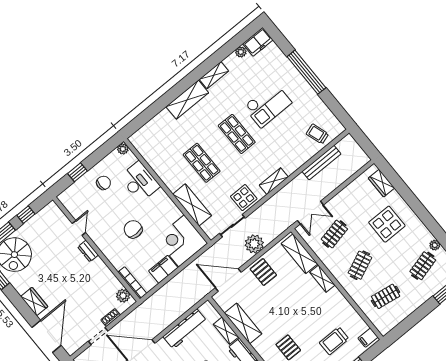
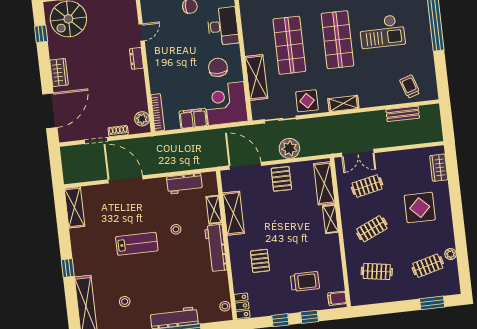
shop shelf: (237, 134) -> (337, 40), width x1.43, depth x1.36
shop shelf: (202, 163) -> (289, 45), width x1.43, depth x1.36
bench: (321, 163) -> (403, 114), width x0.73
chair: (133, 229) -> (218, 67), moved
workbench: (185, 329) -> (185, 184), width x0.73
trolley: (334, 341) -> (305, 282), turned 180

